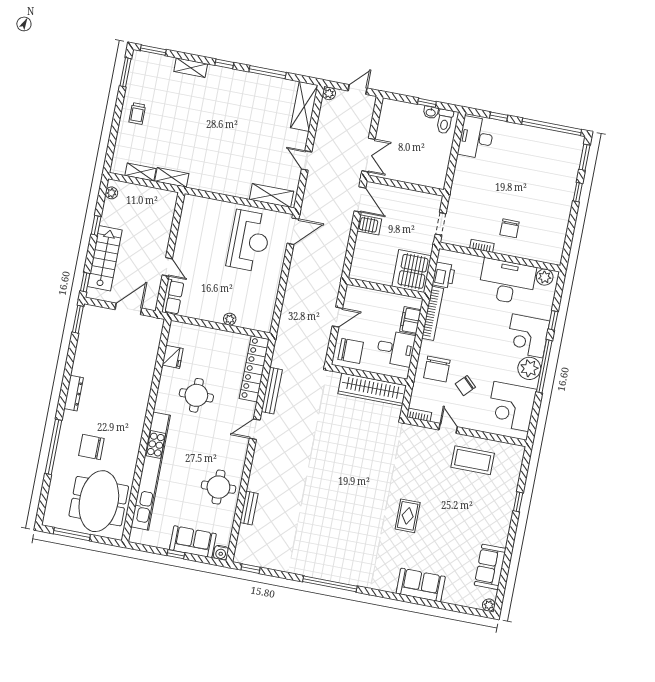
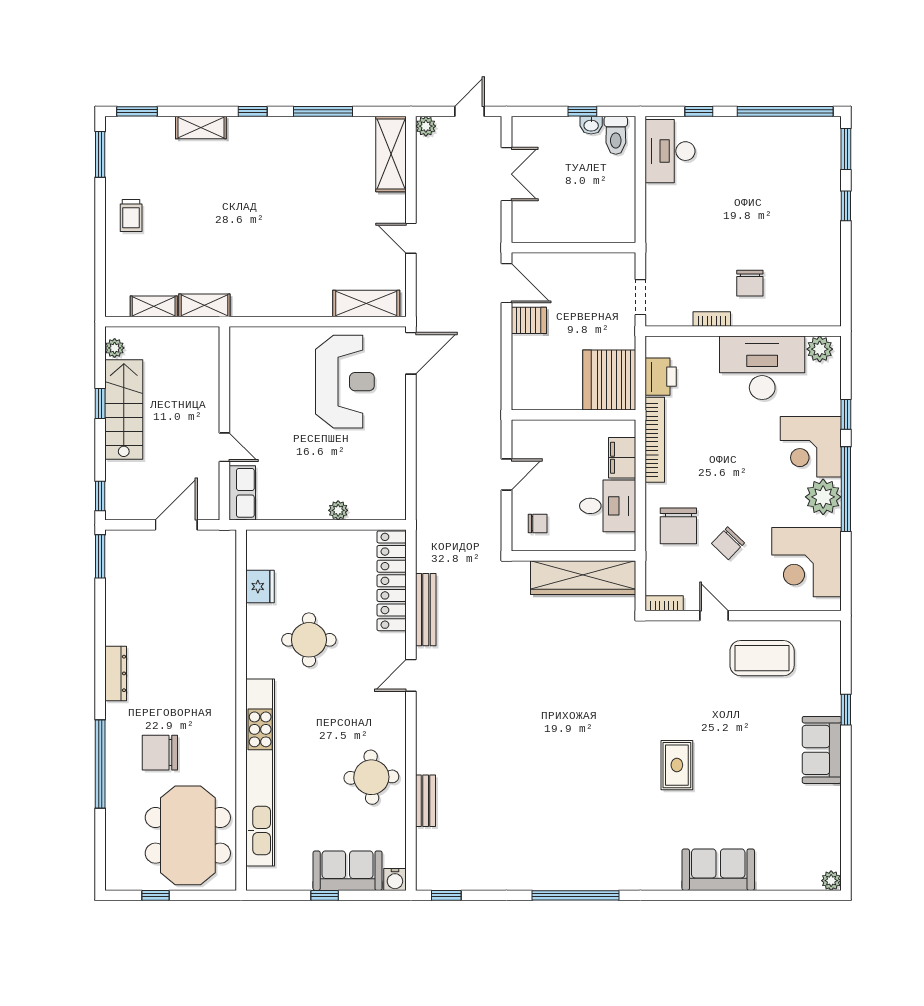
double door: (369, 155) -> (506, 174), moved
stairs: (105, 258) -> (124, 409), moved
chair: (351, 351) -> (538, 524), width x0.54, depth x0.54
window: (72, 534) -> (155, 895), width x0.46
sofa: (490, 567) -> (822, 750), moved

